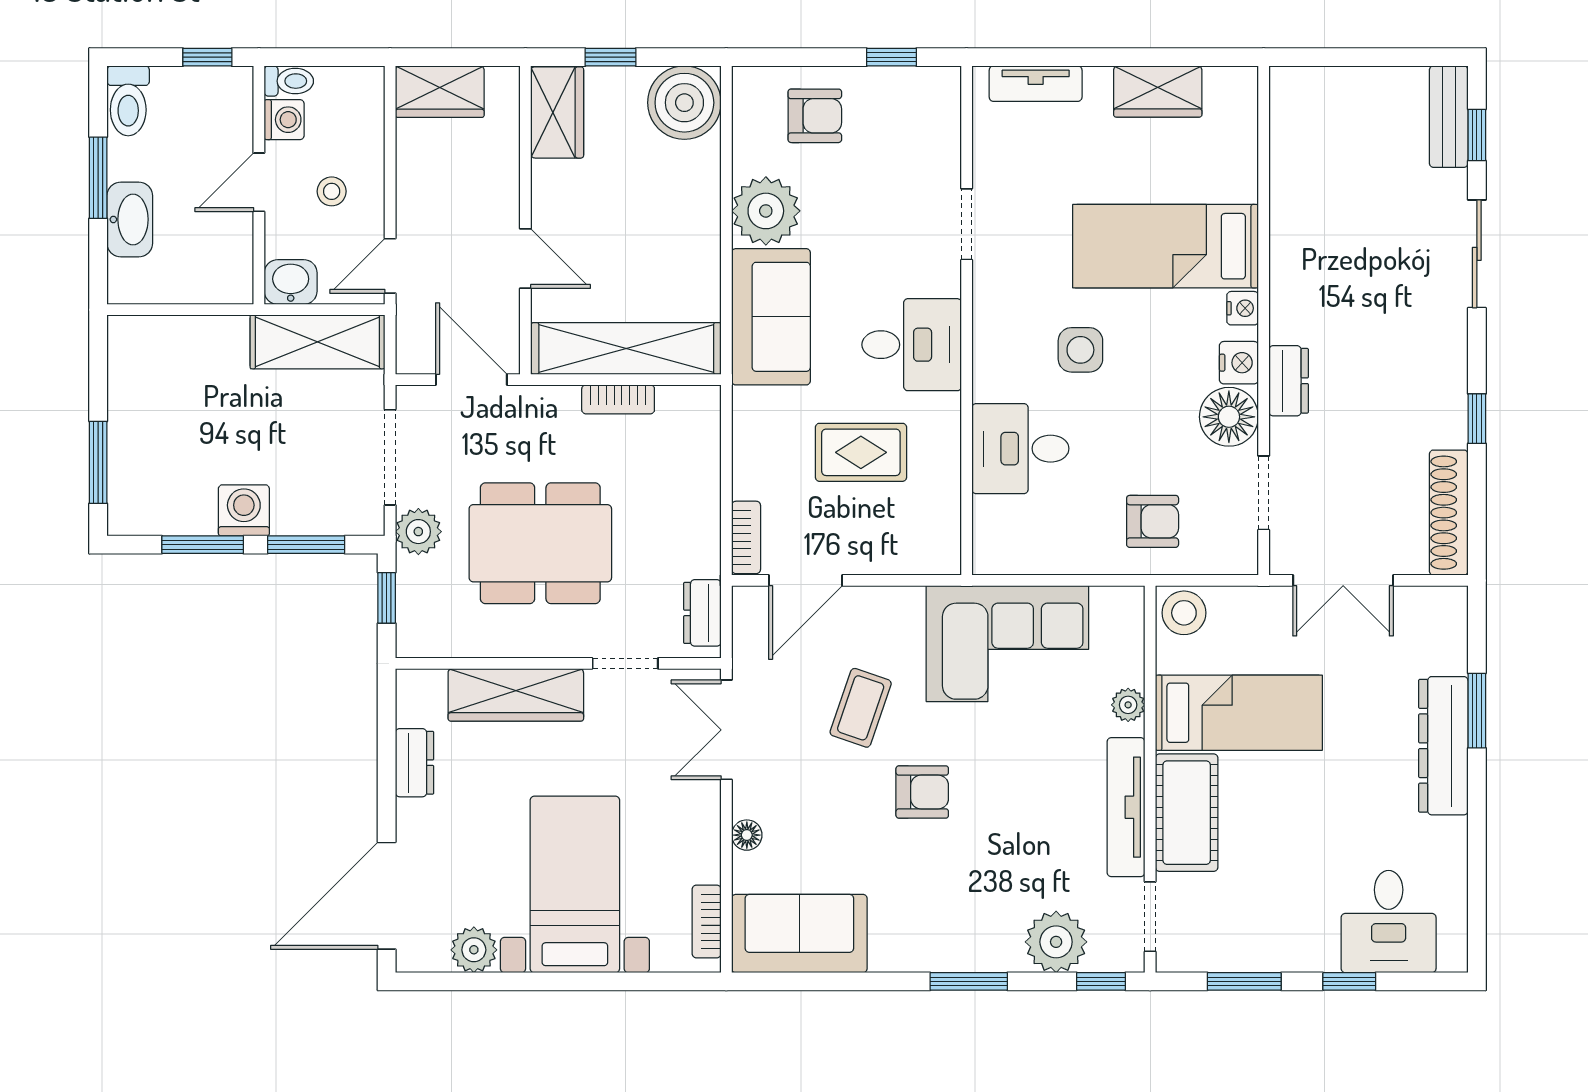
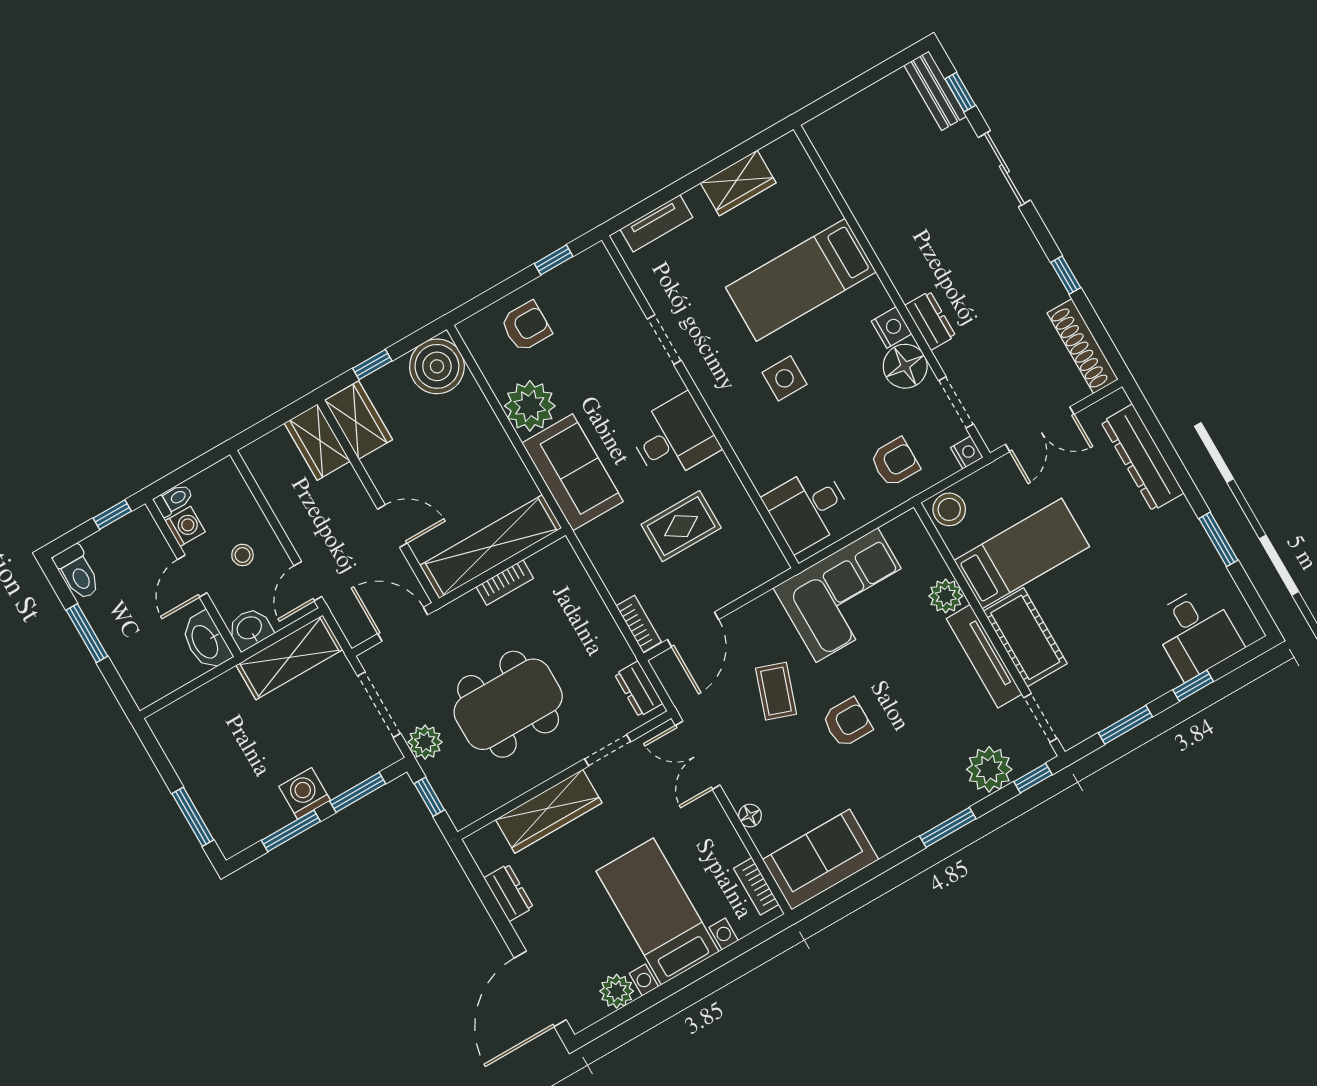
wardrobe: (440, 92) -> (317, 442), moved, turned 90
washbasin: (130, 219) -> (206, 641), moved, turned 180
nightstand: (1243, 308) -> (967, 453), moved
desk: (1020, 449) -> (808, 509), moved
plant: (1128, 705) -> (946, 596), width x1.38, depth x1.38
window: (1477, 711) -> (1218, 539), moved
dresser: (1443, 746) -> (1142, 458), moved

